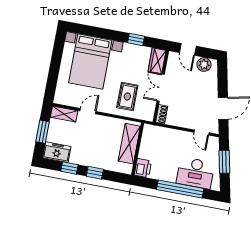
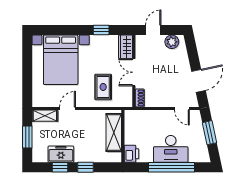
door: (188, 49) -> (153, 30), swing flipped
freezer: (57, 152) -> (61, 154), moved
desk: (195, 173) -> (171, 149), moved

